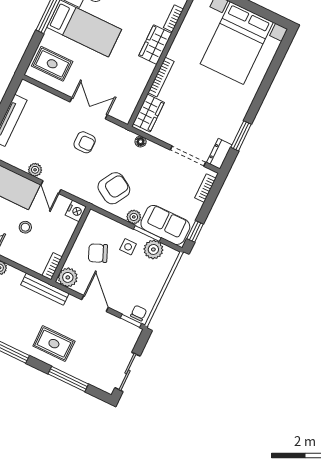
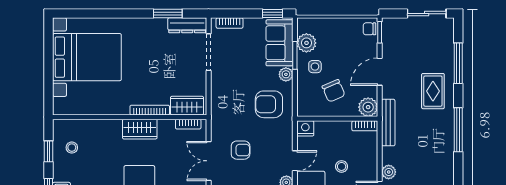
bookcase: (173, 18) -> (188, 124), moved
wardrobe: (155, 45) -> (140, 129), moved
armchair: (85, 142) -> (241, 150), turned 90
floor lamp: (141, 142) -> (216, 101), removed
dresser: (219, 154) -> (187, 25), width x1.44
armchair: (114, 188) -> (269, 104), turned -31

